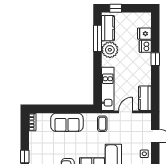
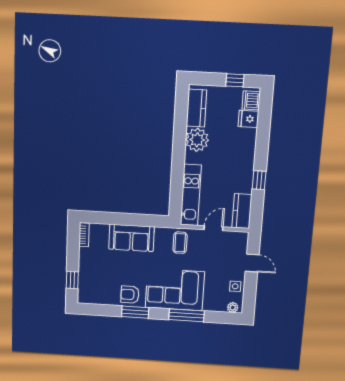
window: (116, 8) -> (235, 80), moved
window: (97, 38) -> (180, 122), removed
dishwasher: (145, 46) -> (251, 100), moved
window: (155, 59) -> (259, 180), moved

